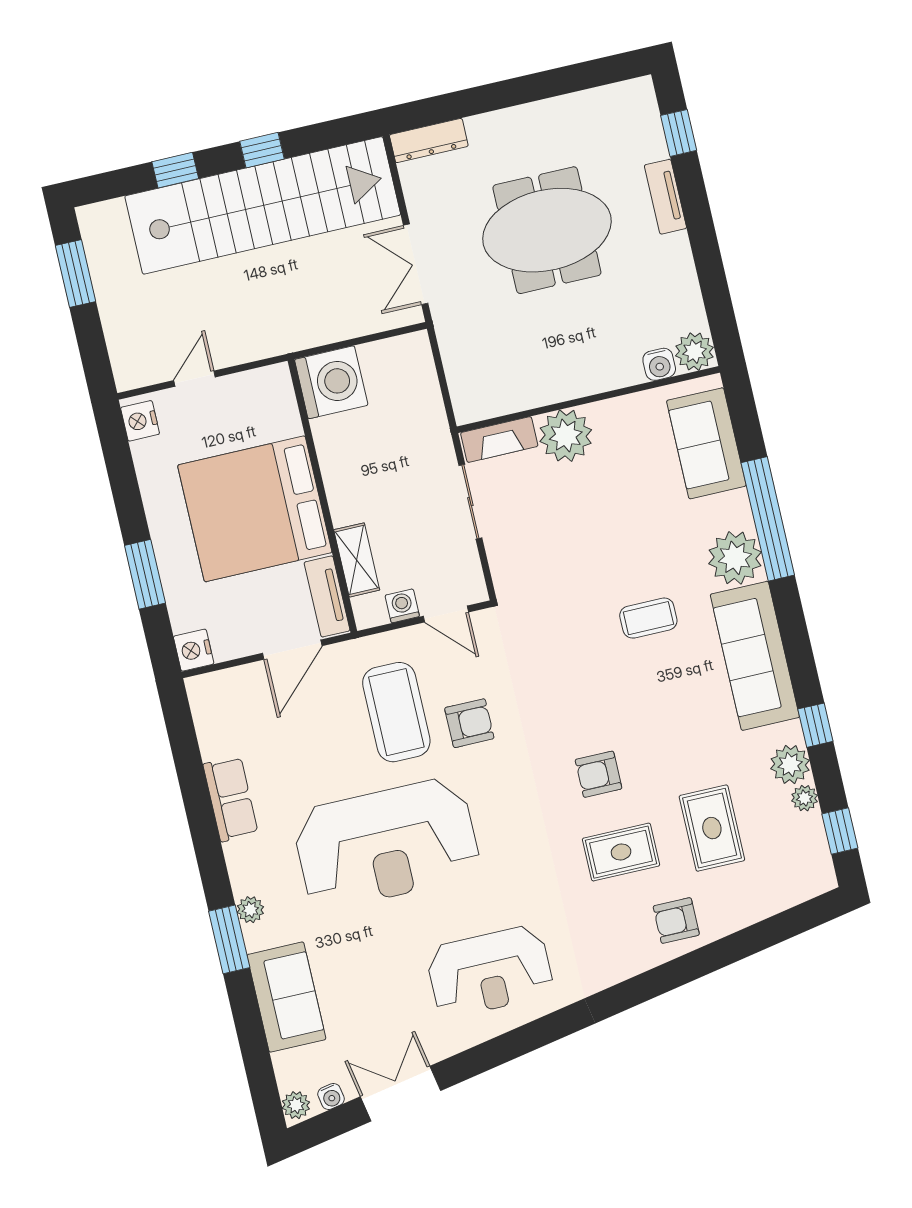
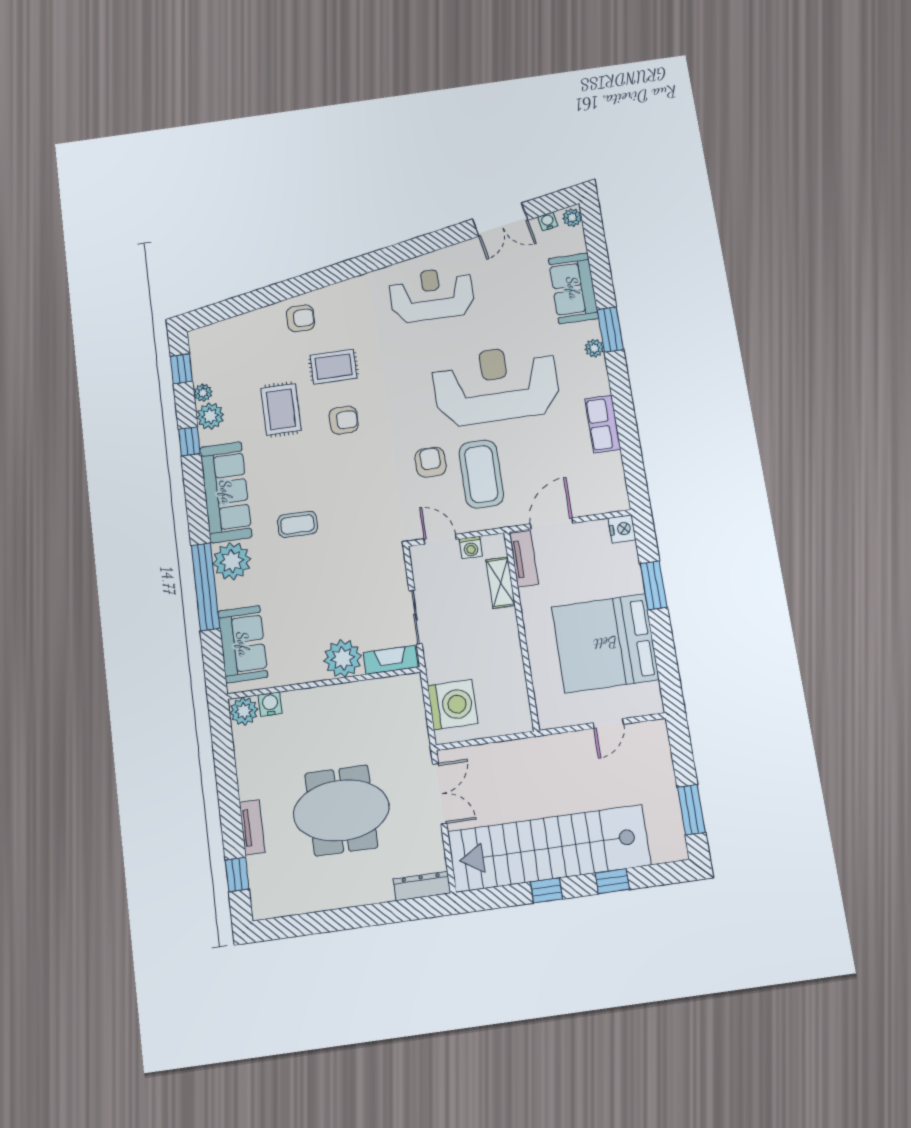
washing machine: (331, 382) -> (453, 705), moved, turned 180
nightstand: (140, 421) -> (650, 696), removed
bed: (255, 509) -> (605, 643), moved, turned 180
armchair: (469, 723) -> (431, 462), turned 90
rug: (712, 828) -> (281, 409), moved

